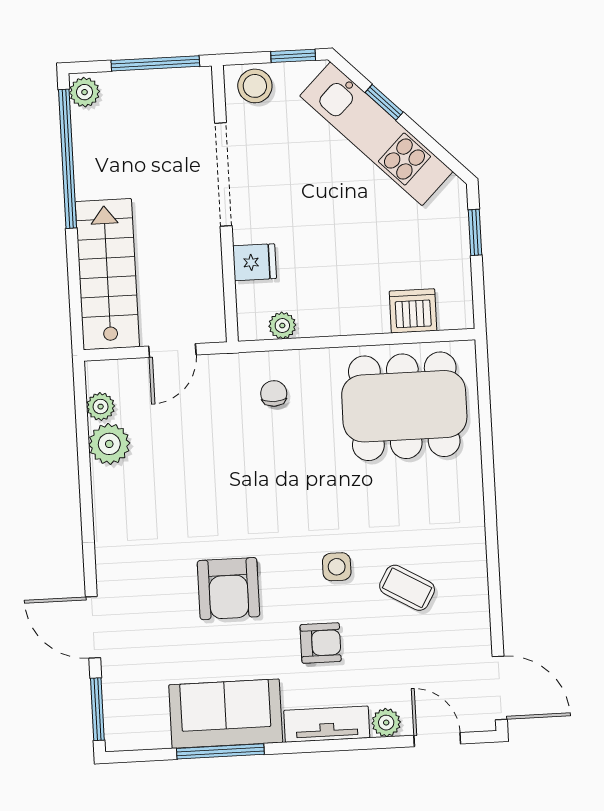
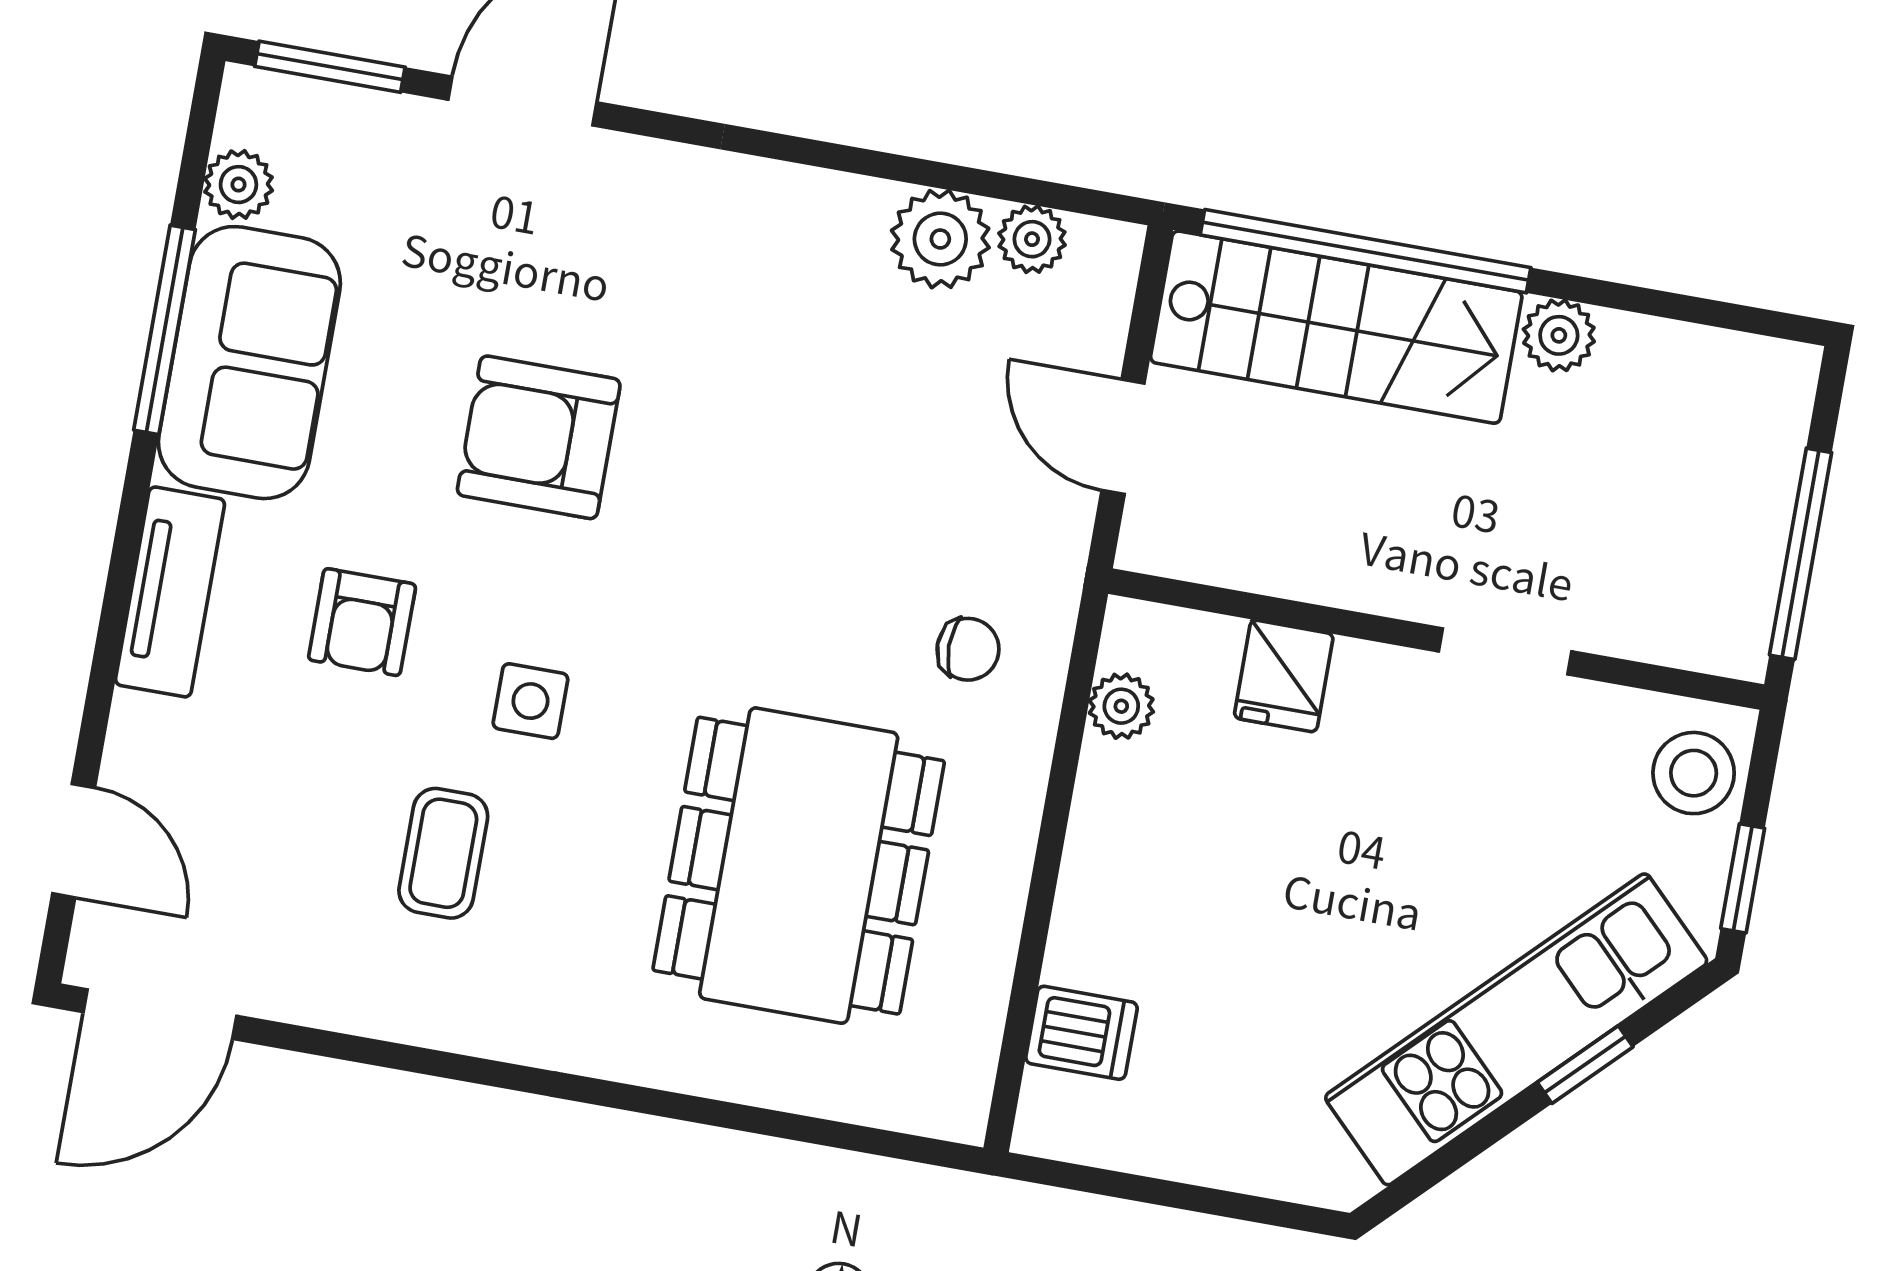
plant: (85, 92) -> (1559, 335), moved
window: (68, 159) -> (1366, 251), moved
doorway: (223, 174) -> (1505, 651), width x0.53
window: (475, 232) -> (1233, 1205), removed
dishwasher: (413, 311) -> (1081, 1033), width x0.73
dining table: (404, 406) -> (799, 866), moved
coffee table: (407, 588) -> (443, 853), turned -30
plant: (386, 723) -> (238, 185), moved
door: (437, 740) -> (74, 841), hinge flipped

